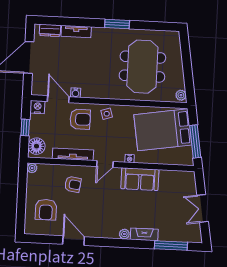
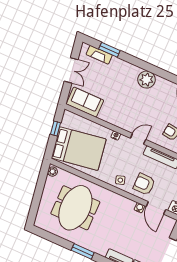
window: (195, 141) -> (56, 128), width x0.46
sofa: (140, 179) -> (85, 102), moved
plant: (124, 234) -> (146, 80), width x1.87, depth x1.87
fireplace: (144, 234) -> (99, 55), moved
window: (171, 245) -> (109, 50), width x0.69

